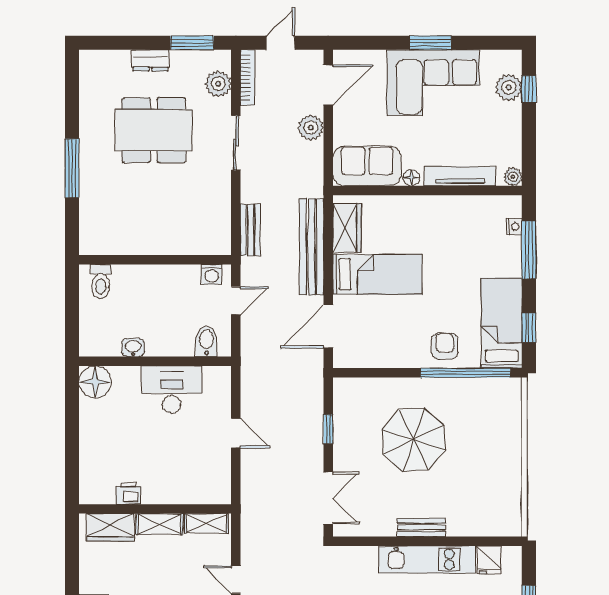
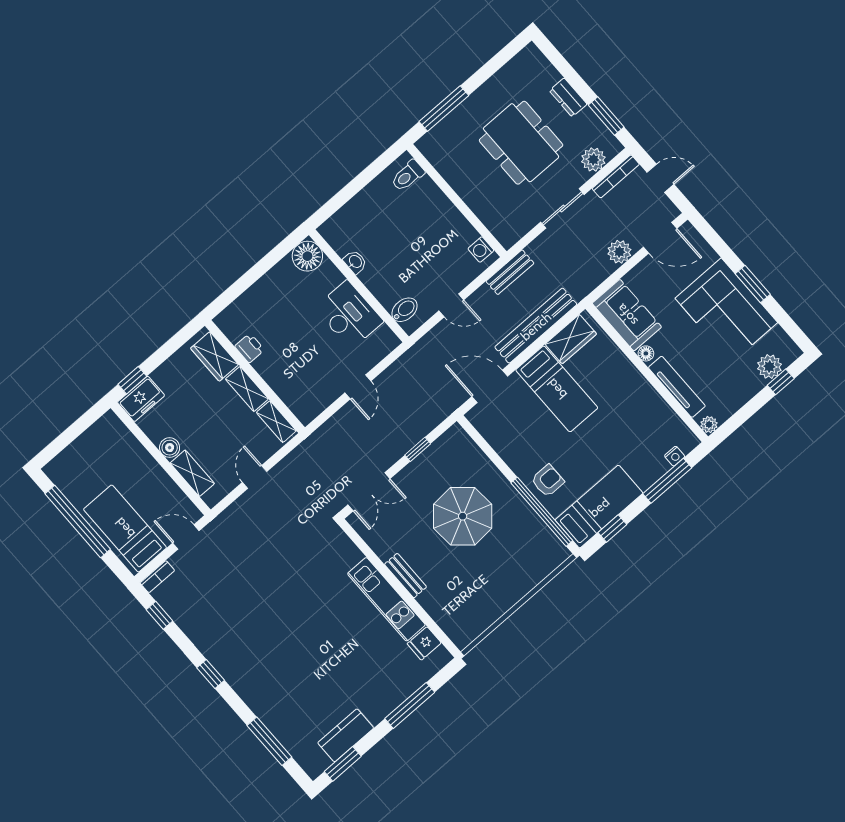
wall: (155, 260) -> (457, 201), moved
washing machine: (212, 274) -> (481, 250), moved
toilet: (101, 281) -> (408, 176), moved

